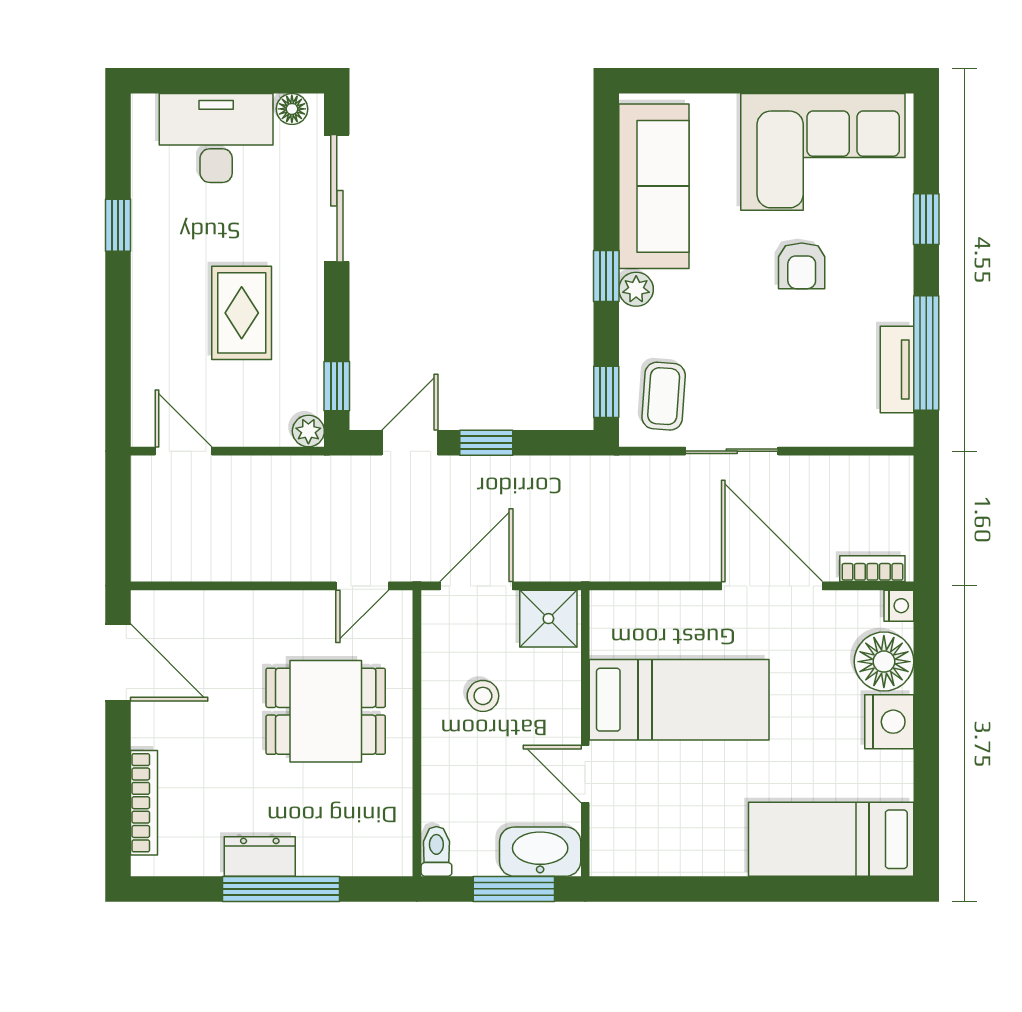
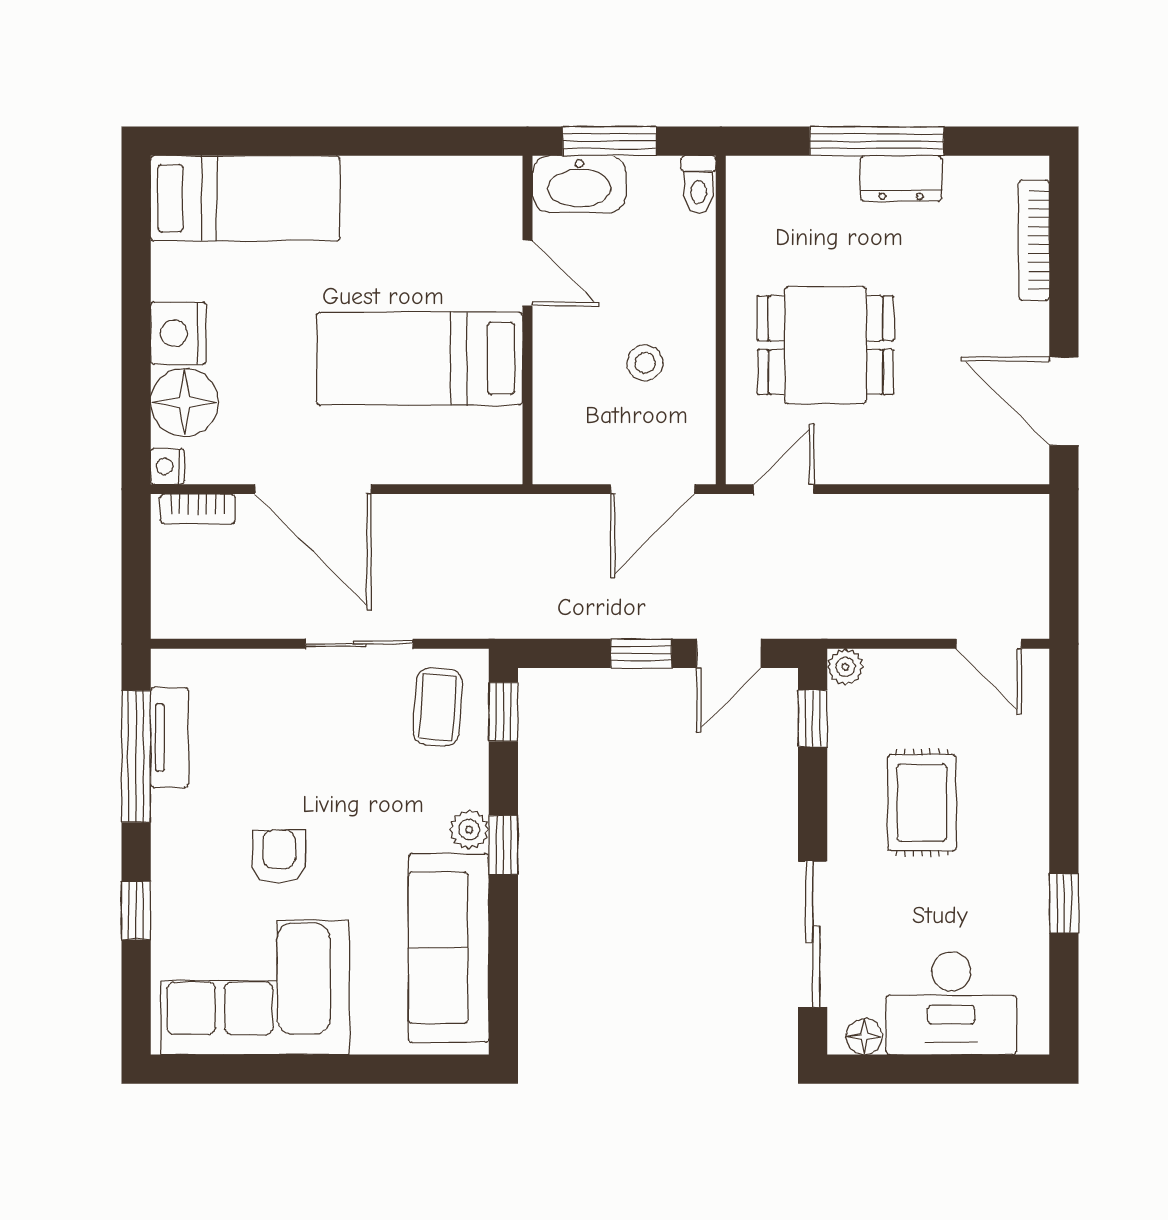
shower: (548, 619) -> (570, 452), removed

